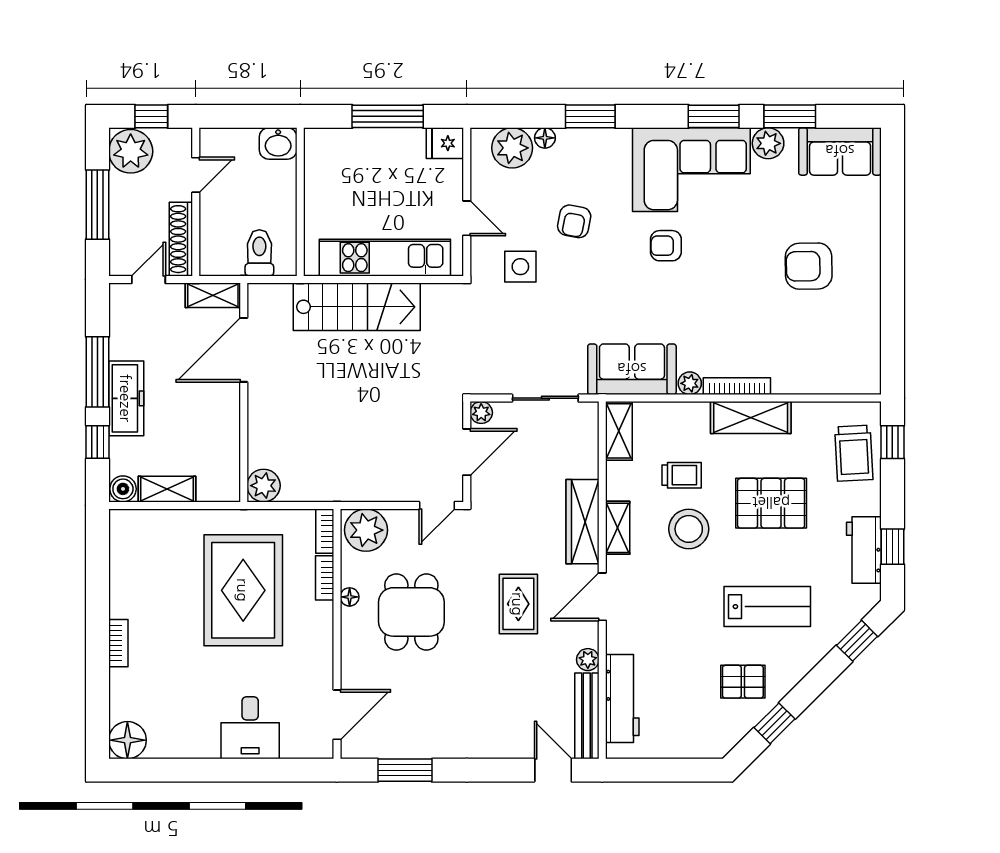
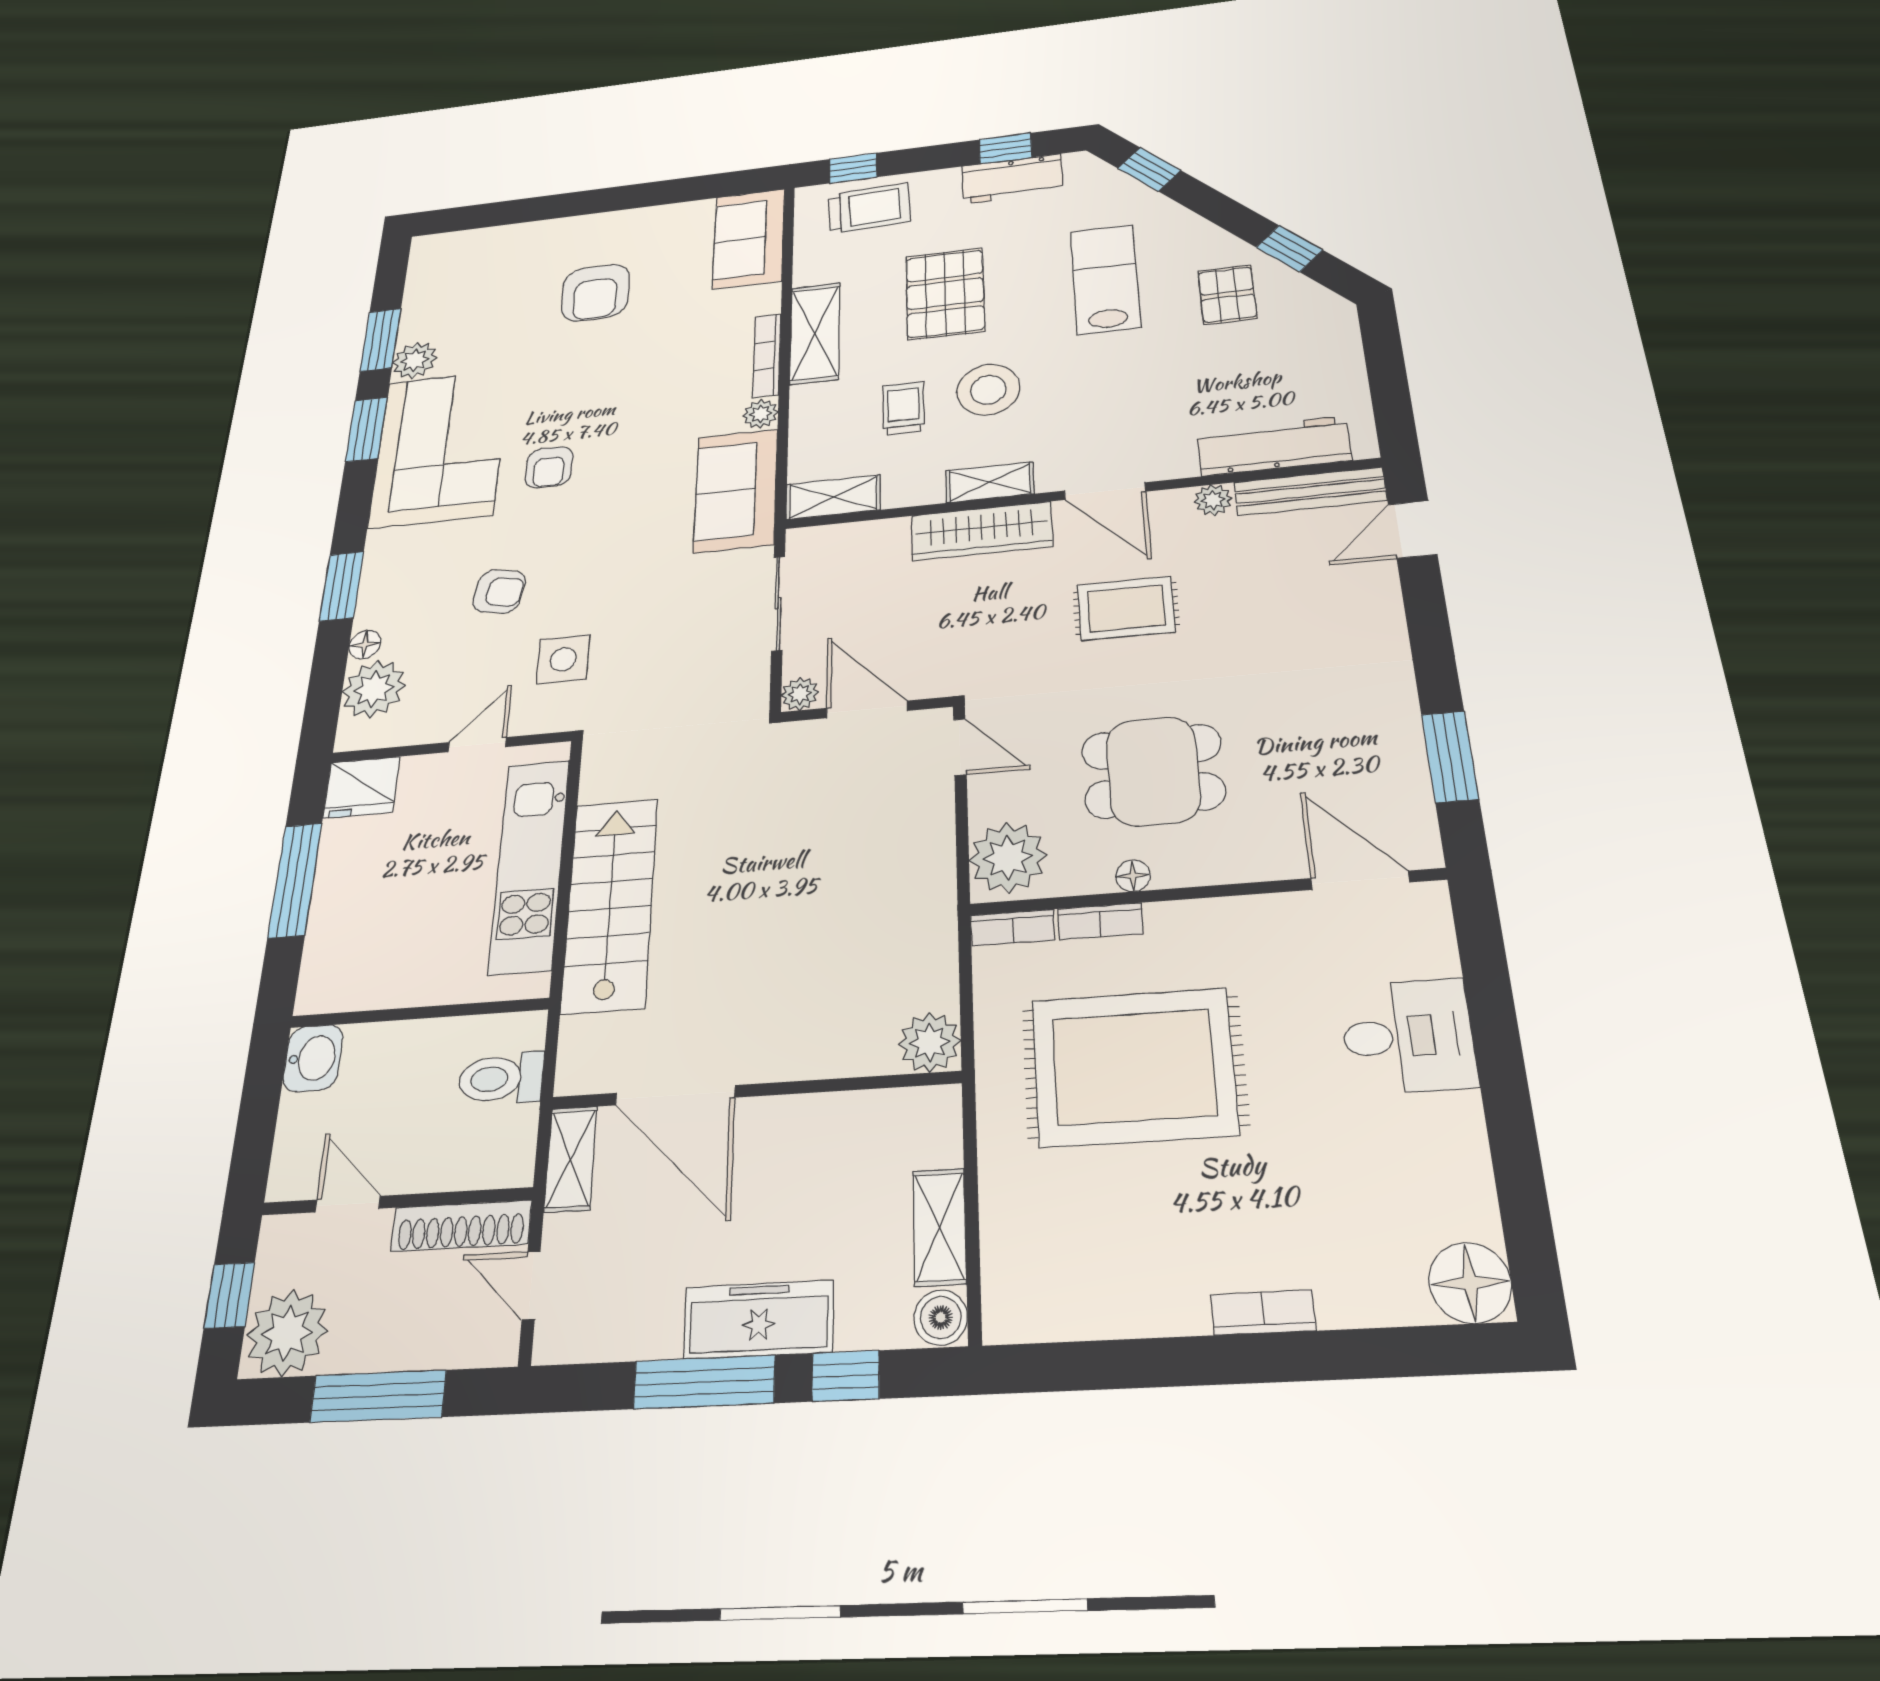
fridge: (445, 143) -> (362, 787), width x1.38
sofa: (840, 151) -> (749, 239), moved, turned 180

